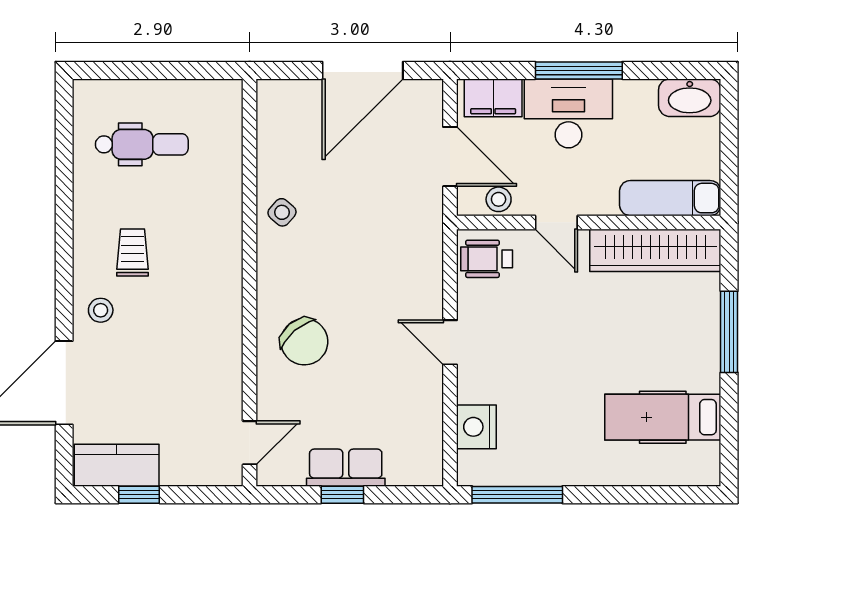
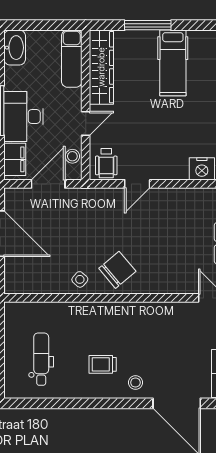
chair: (304, 342) -> (117, 270), moved
door: (450, 342) -> (137, 184), moved
hospital bed: (663, 417) -> (173, 63), moved

